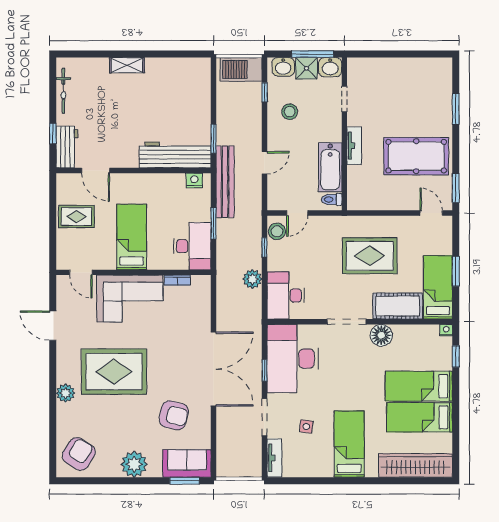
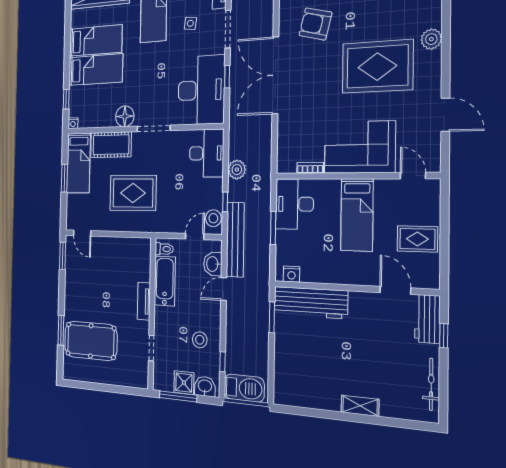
washbasin: (330, 67) -> (213, 264), moved, turned -90
pool table: (416, 156) -> (91, 341), moved
bench: (225, 182) -> (235, 240), moved

